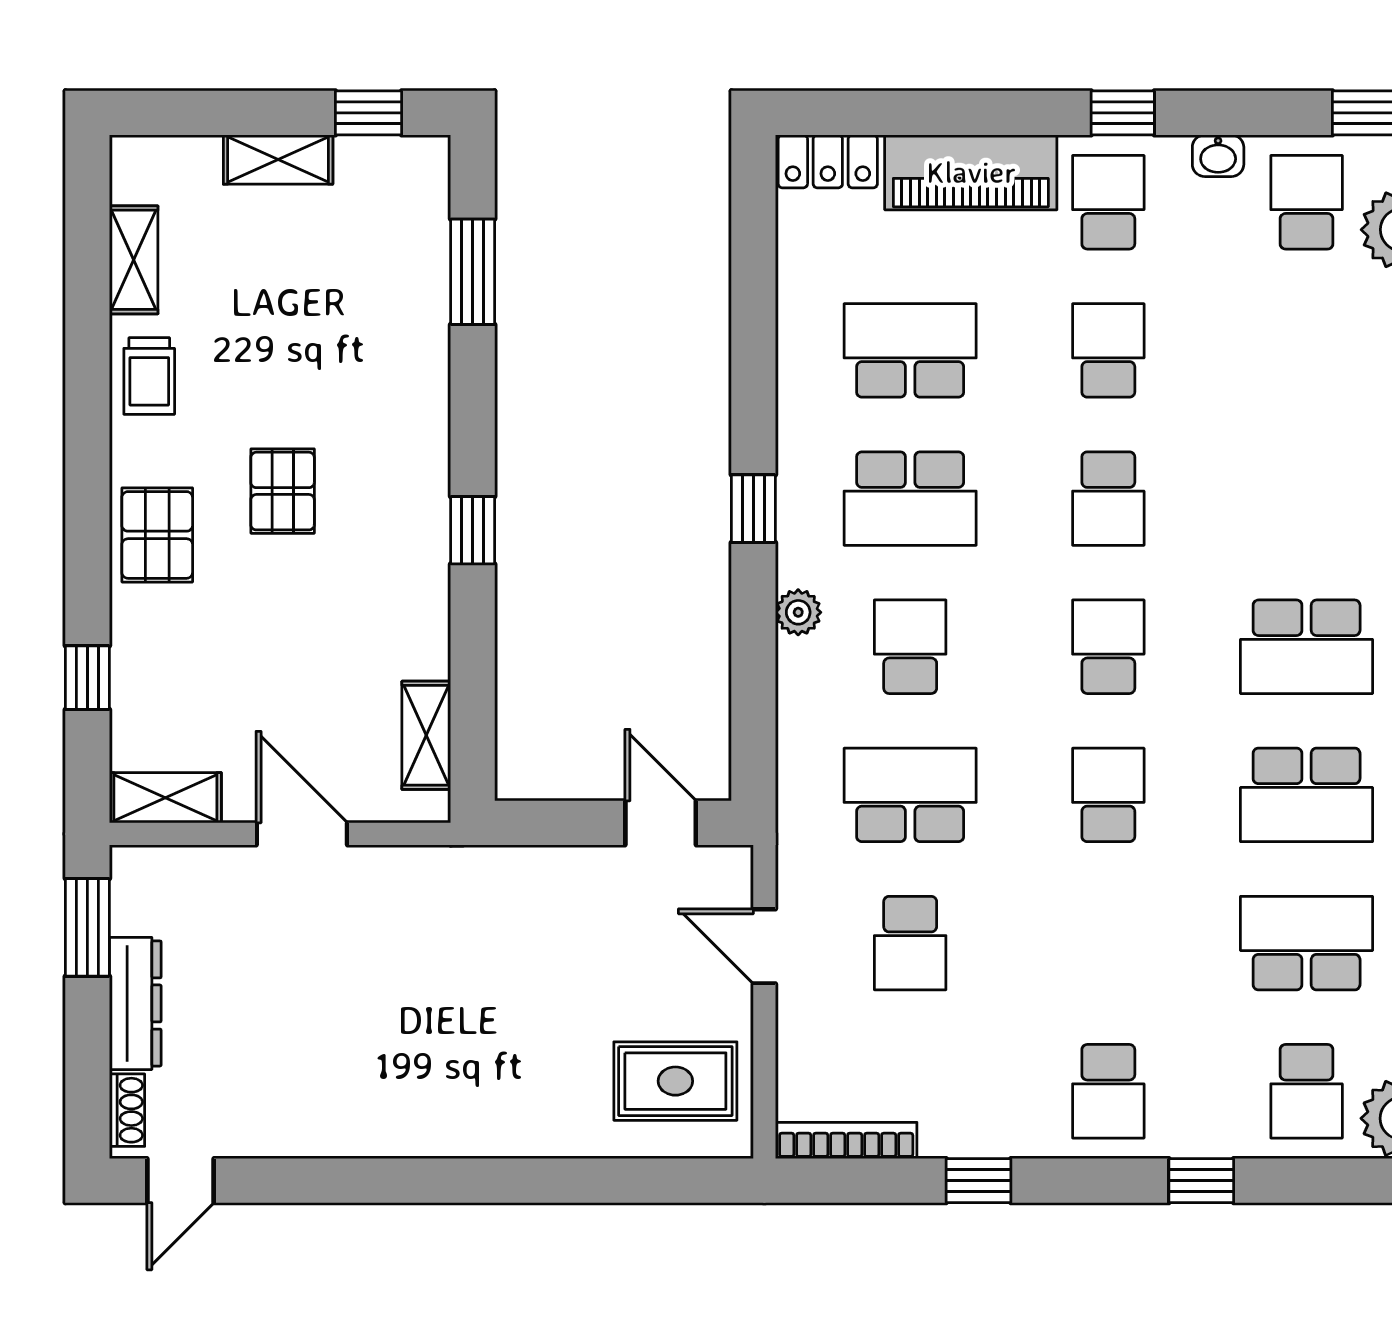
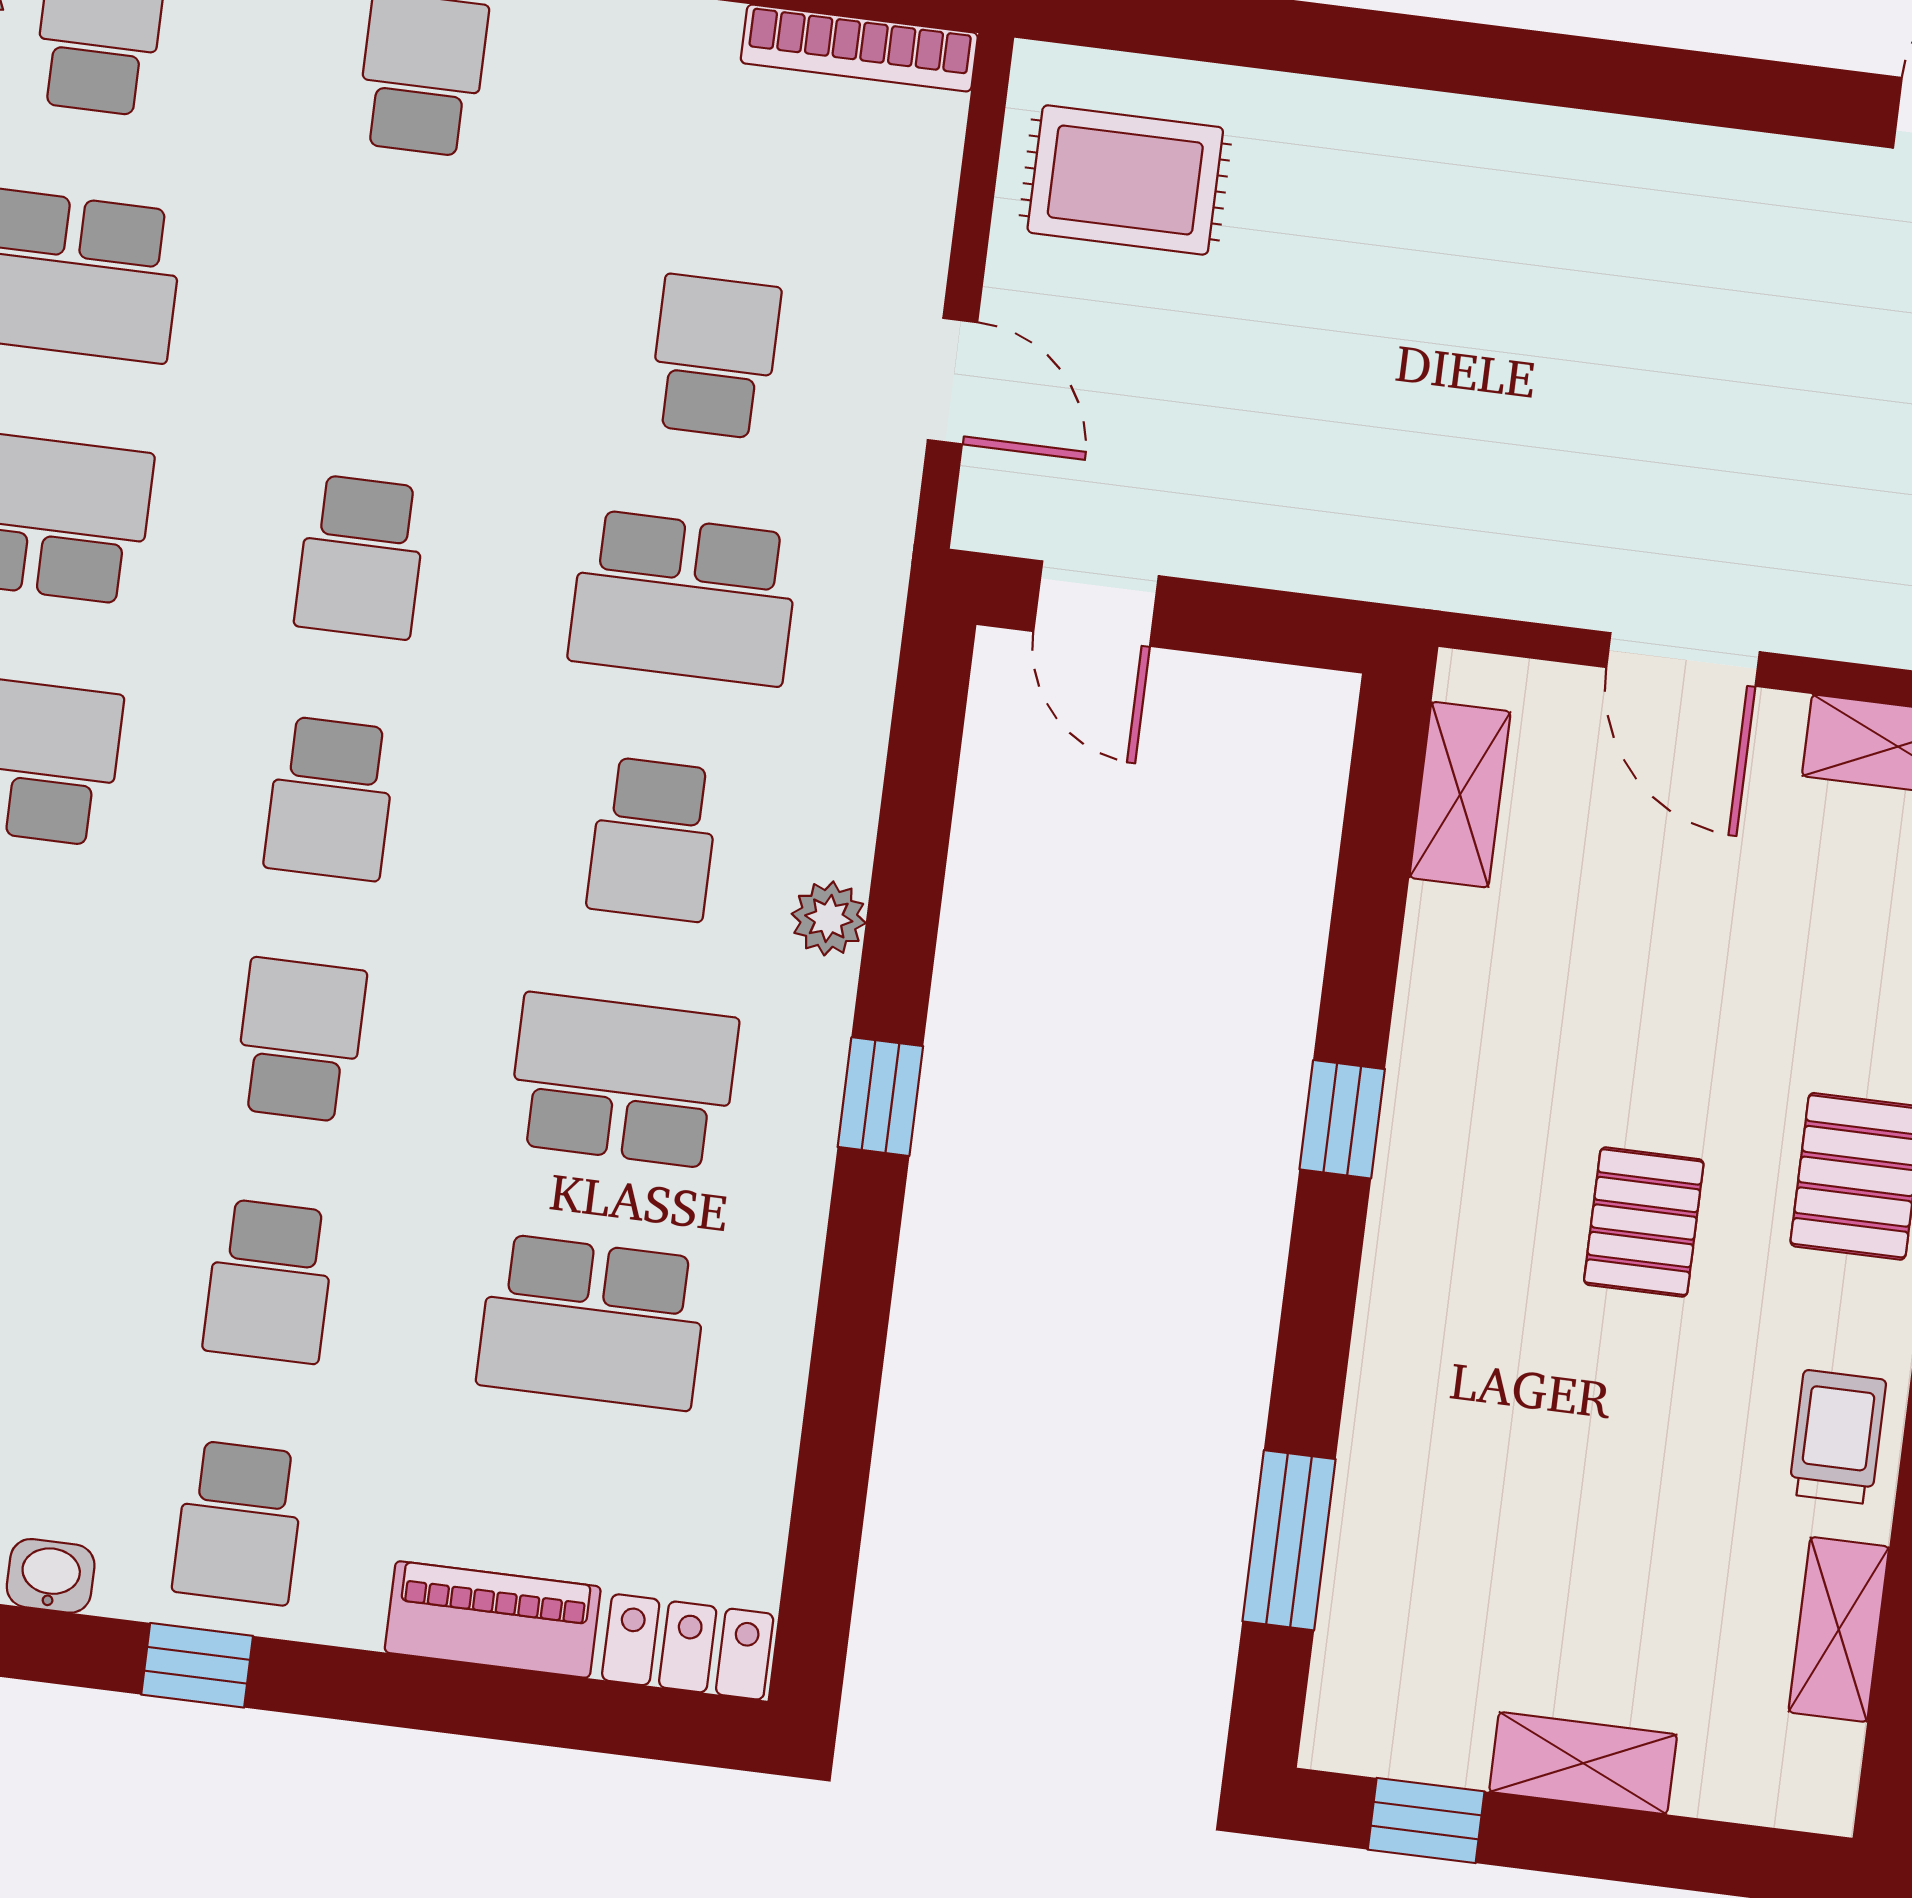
piano: (971, 172) -> (493, 1619), width x0.73, depth x0.75

